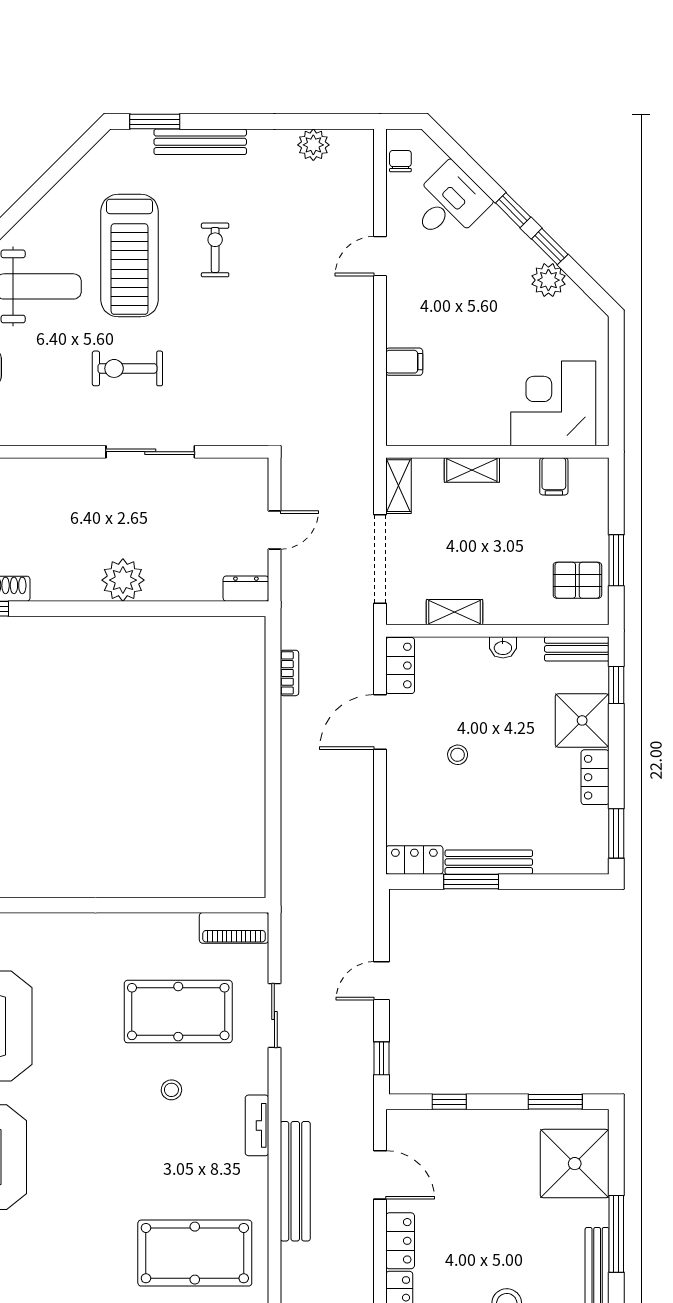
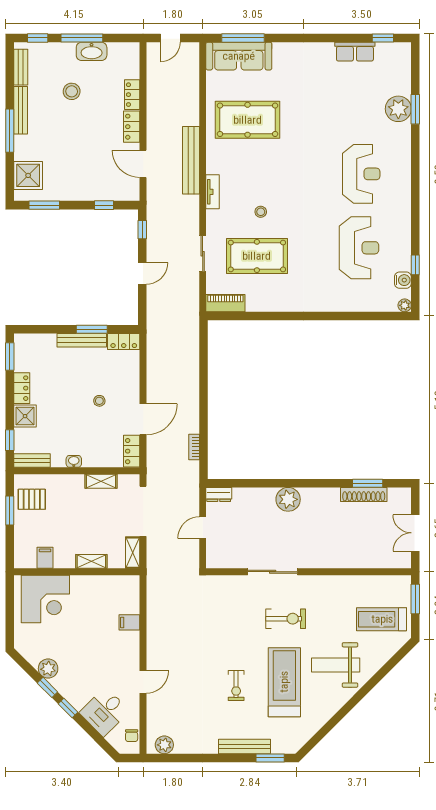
plant: (313, 145) -> (164, 745), moved
shower: (582, 720) -> (25, 416), width x0.73, depth x0.73
shower: (575, 1164) -> (28, 175), width x0.73, depth x0.73

